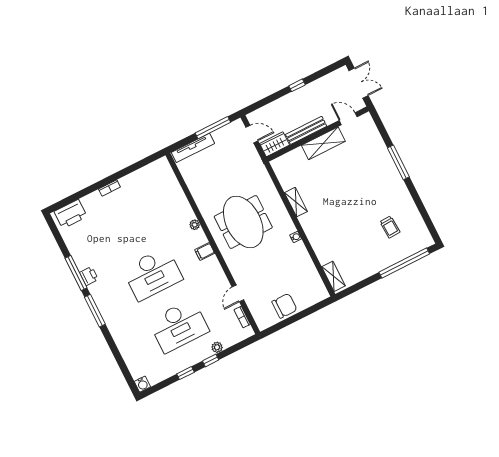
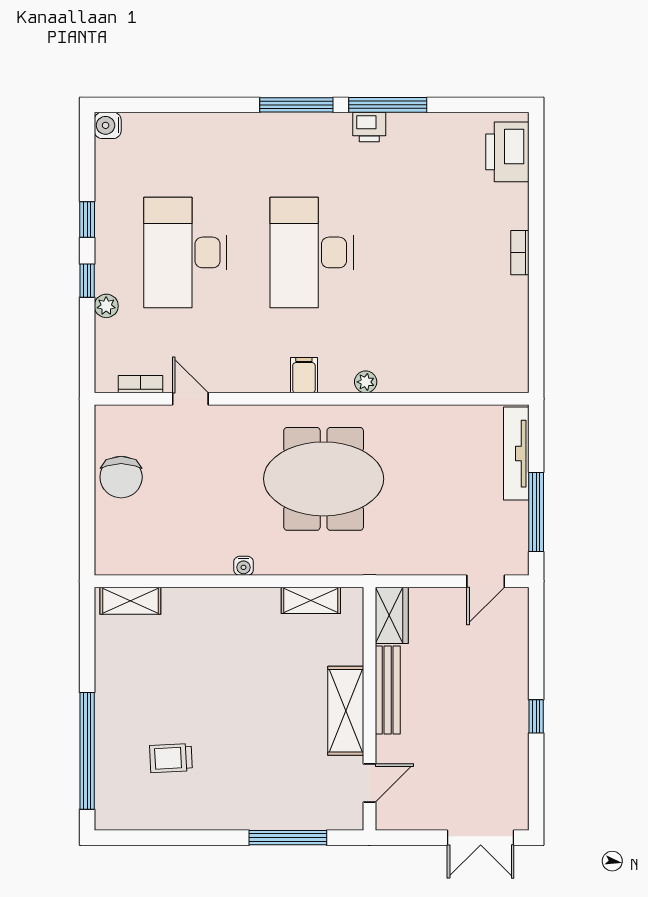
door: (348, 119) -> (370, 783), moved
bench: (306, 130) -> (388, 690), moved
wall: (318, 134) -> (370, 709), moved
shelving: (323, 143) -> (346, 711), moved
wardrobe: (275, 144) -> (392, 615), moved

